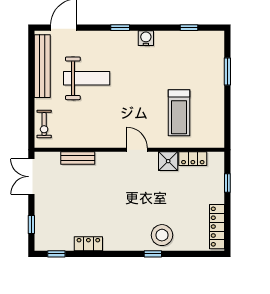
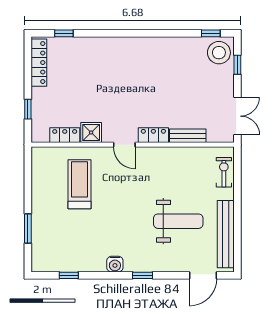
weight bench: (87, 78) -> (178, 221), turned 180
stool: (162, 235) -> (219, 53), moved
locker: (88, 244) -> (153, 135), moved, turned 180
window: (153, 254) -> (64, 33), moved

